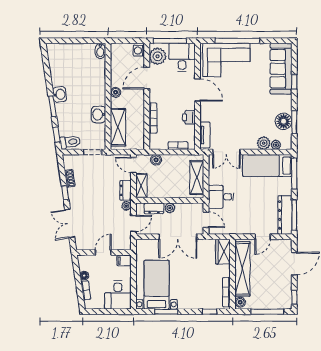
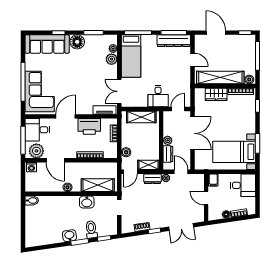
printer: (189, 117) -> (89, 126), width x1.87, depth x1.48
floor lamp: (284, 121) -> (77, 42), moved
toilet: (70, 142) -> (91, 229), moved
double door: (226, 152) -> (119, 91), swing flipped
wardrobe: (223, 252) -> (216, 94), moved

